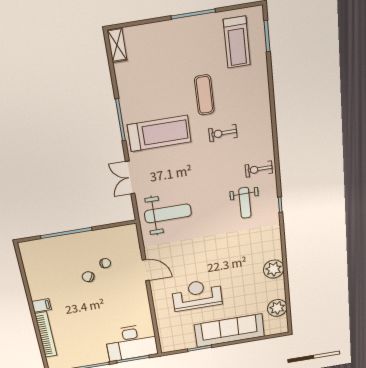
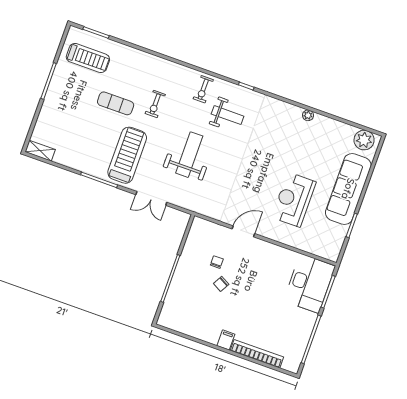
weight bench: (168, 213) -> (189, 155), moved
plant: (274, 269) -> (308, 115), width x0.53, depth x0.53
plant: (277, 308) -> (364, 140), moved

